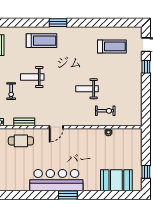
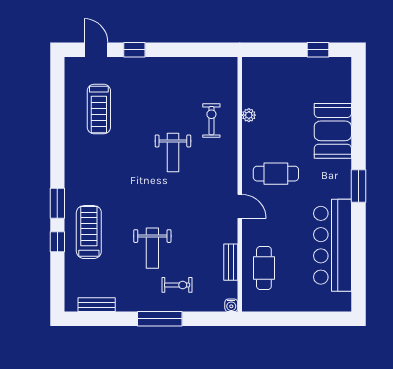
window: (36, 23) -> (57, 242), added
treadmill: (112, 46) -> (99, 109), turned 180
cafe table: (75, 148) -> (276, 174), added
bar counter: (56, 180) -> (332, 245), moved
booth: (116, 180) -> (333, 131), moved

